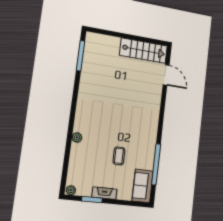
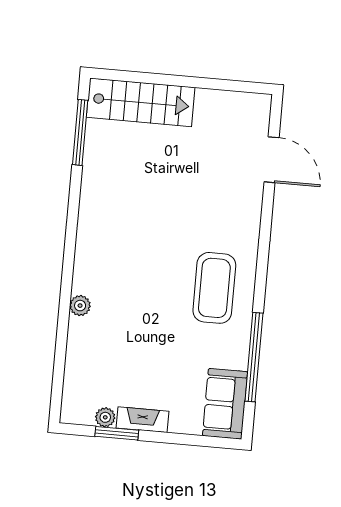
stairs: (144, 51) -> (141, 102), moved
coffee table: (119, 156) -> (214, 288), moved, width x1.86, depth x1.72
plant: (71, 190) -> (105, 417), moved

